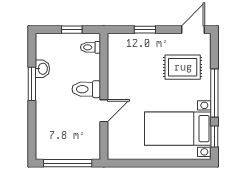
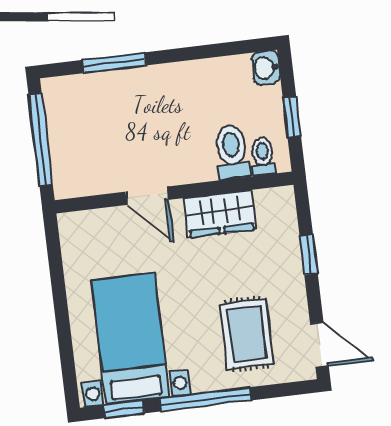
washbasin: (42, 69) -> (266, 68), moved, turned 90
wardrobe: (118, 74) -> (220, 214), added
window: (32, 84) -> (114, 63), moved
toilet: (86, 89) -> (232, 152), moved

